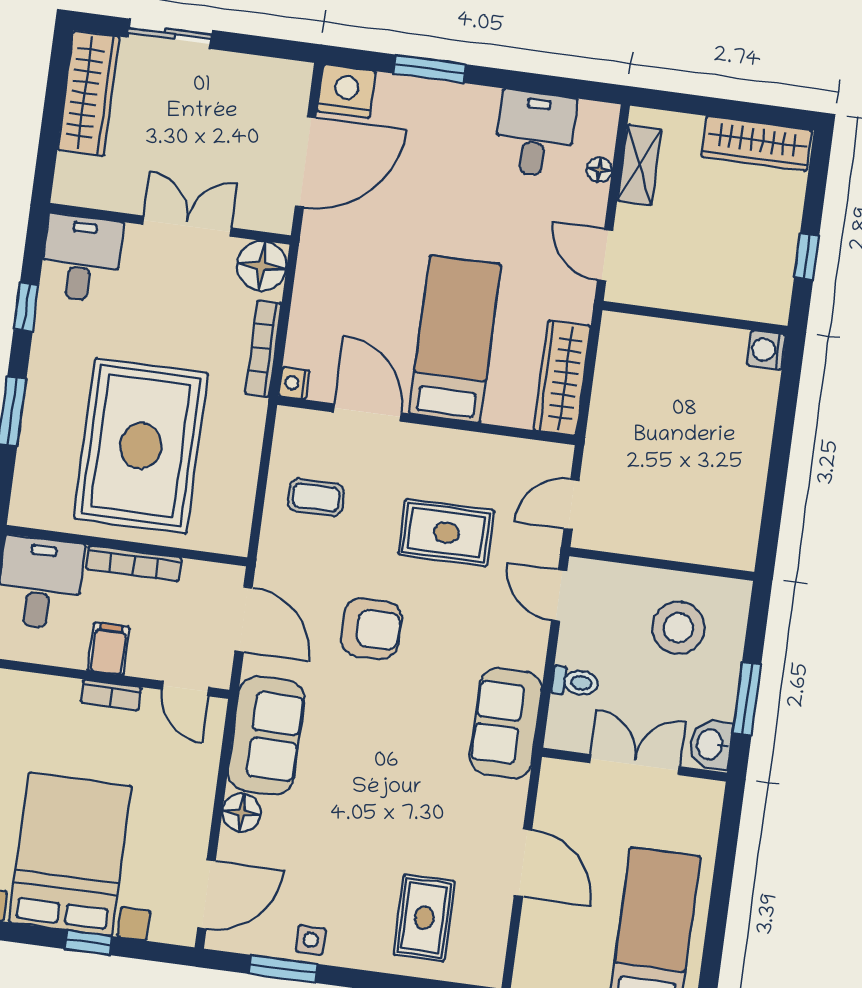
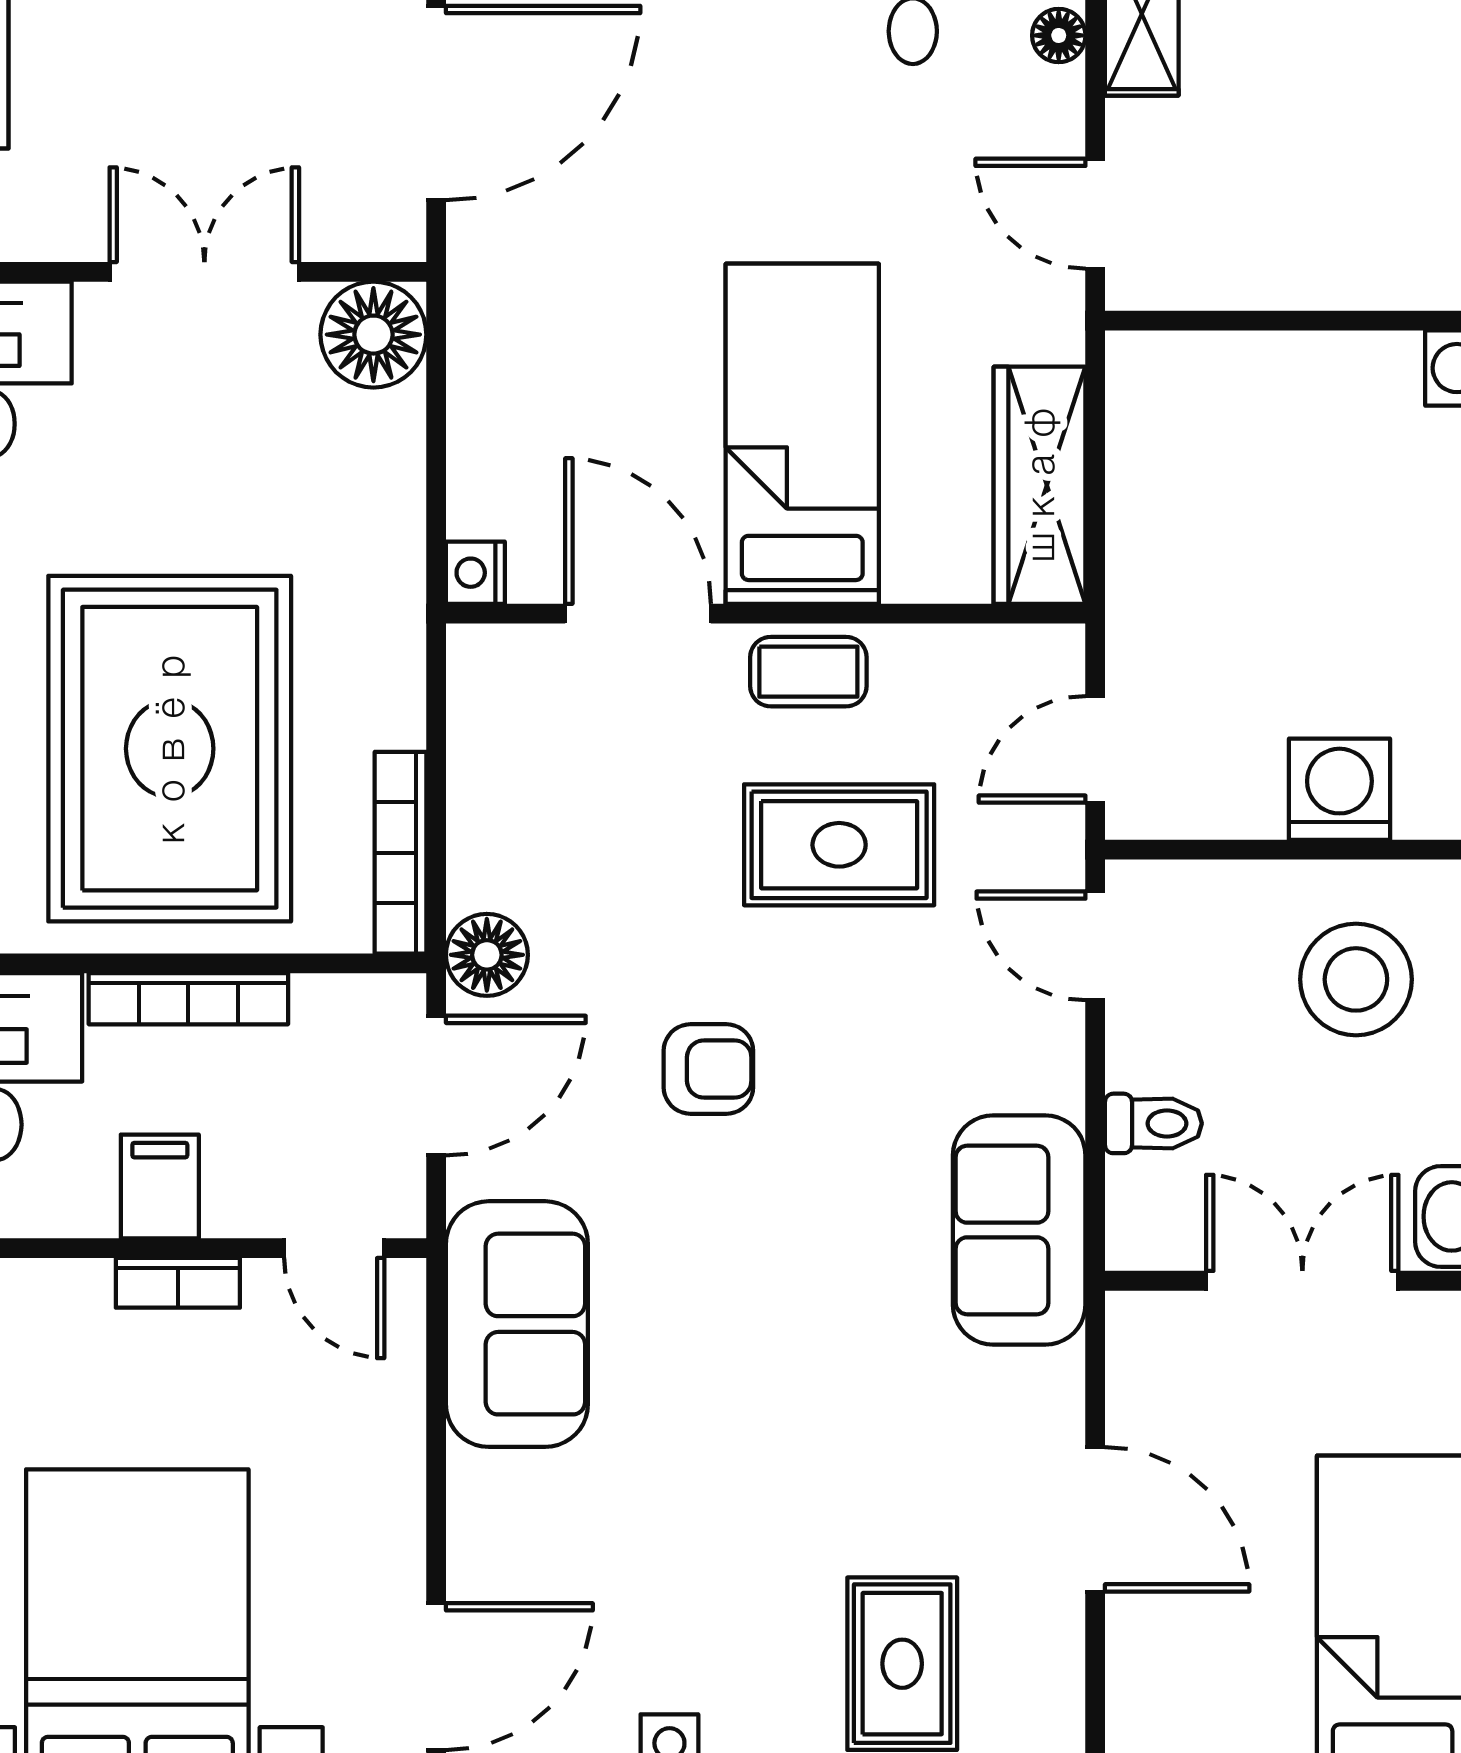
bookcase: (263, 349) -> (401, 853), moved
coffee table: (316, 497) -> (808, 672), moved
washing machine: (683, 538) -> (1339, 789), added
door: (244, 619) -> (436, 1086), hinge flipped
armchair: (371, 629) -> (708, 1069), width x0.72, depth x0.72
floor lamp: (241, 813) -> (487, 955), moved

